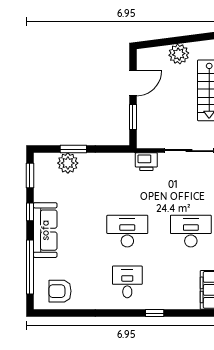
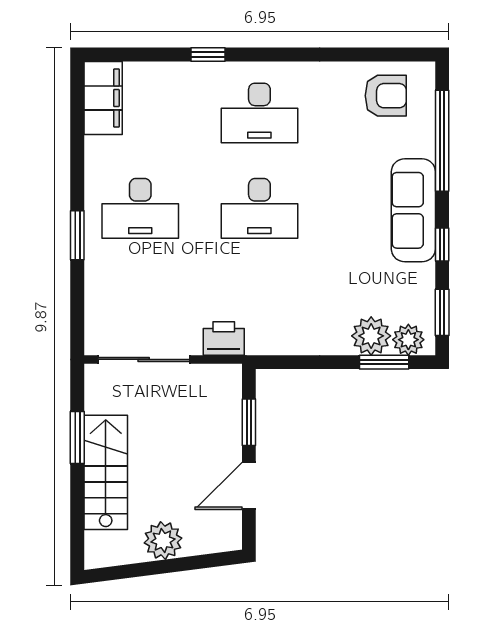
window: (73, 149) -> (384, 362), moved
plant: (48, 161) -> (408, 340), added
desk: (127, 282) -> (259, 113), width x1.37

